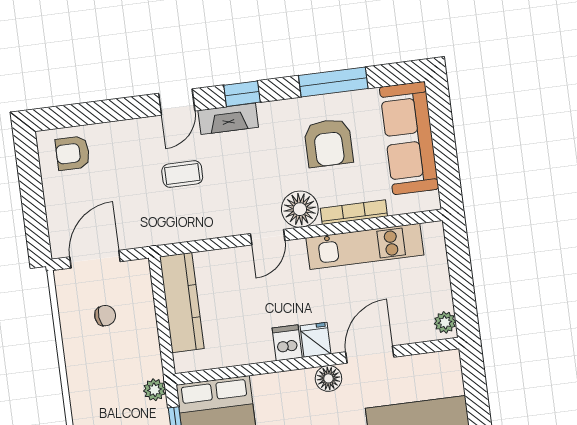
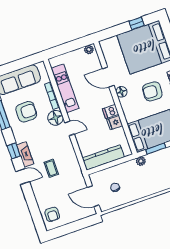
fridge: (315, 340) -> (115, 123), moved

